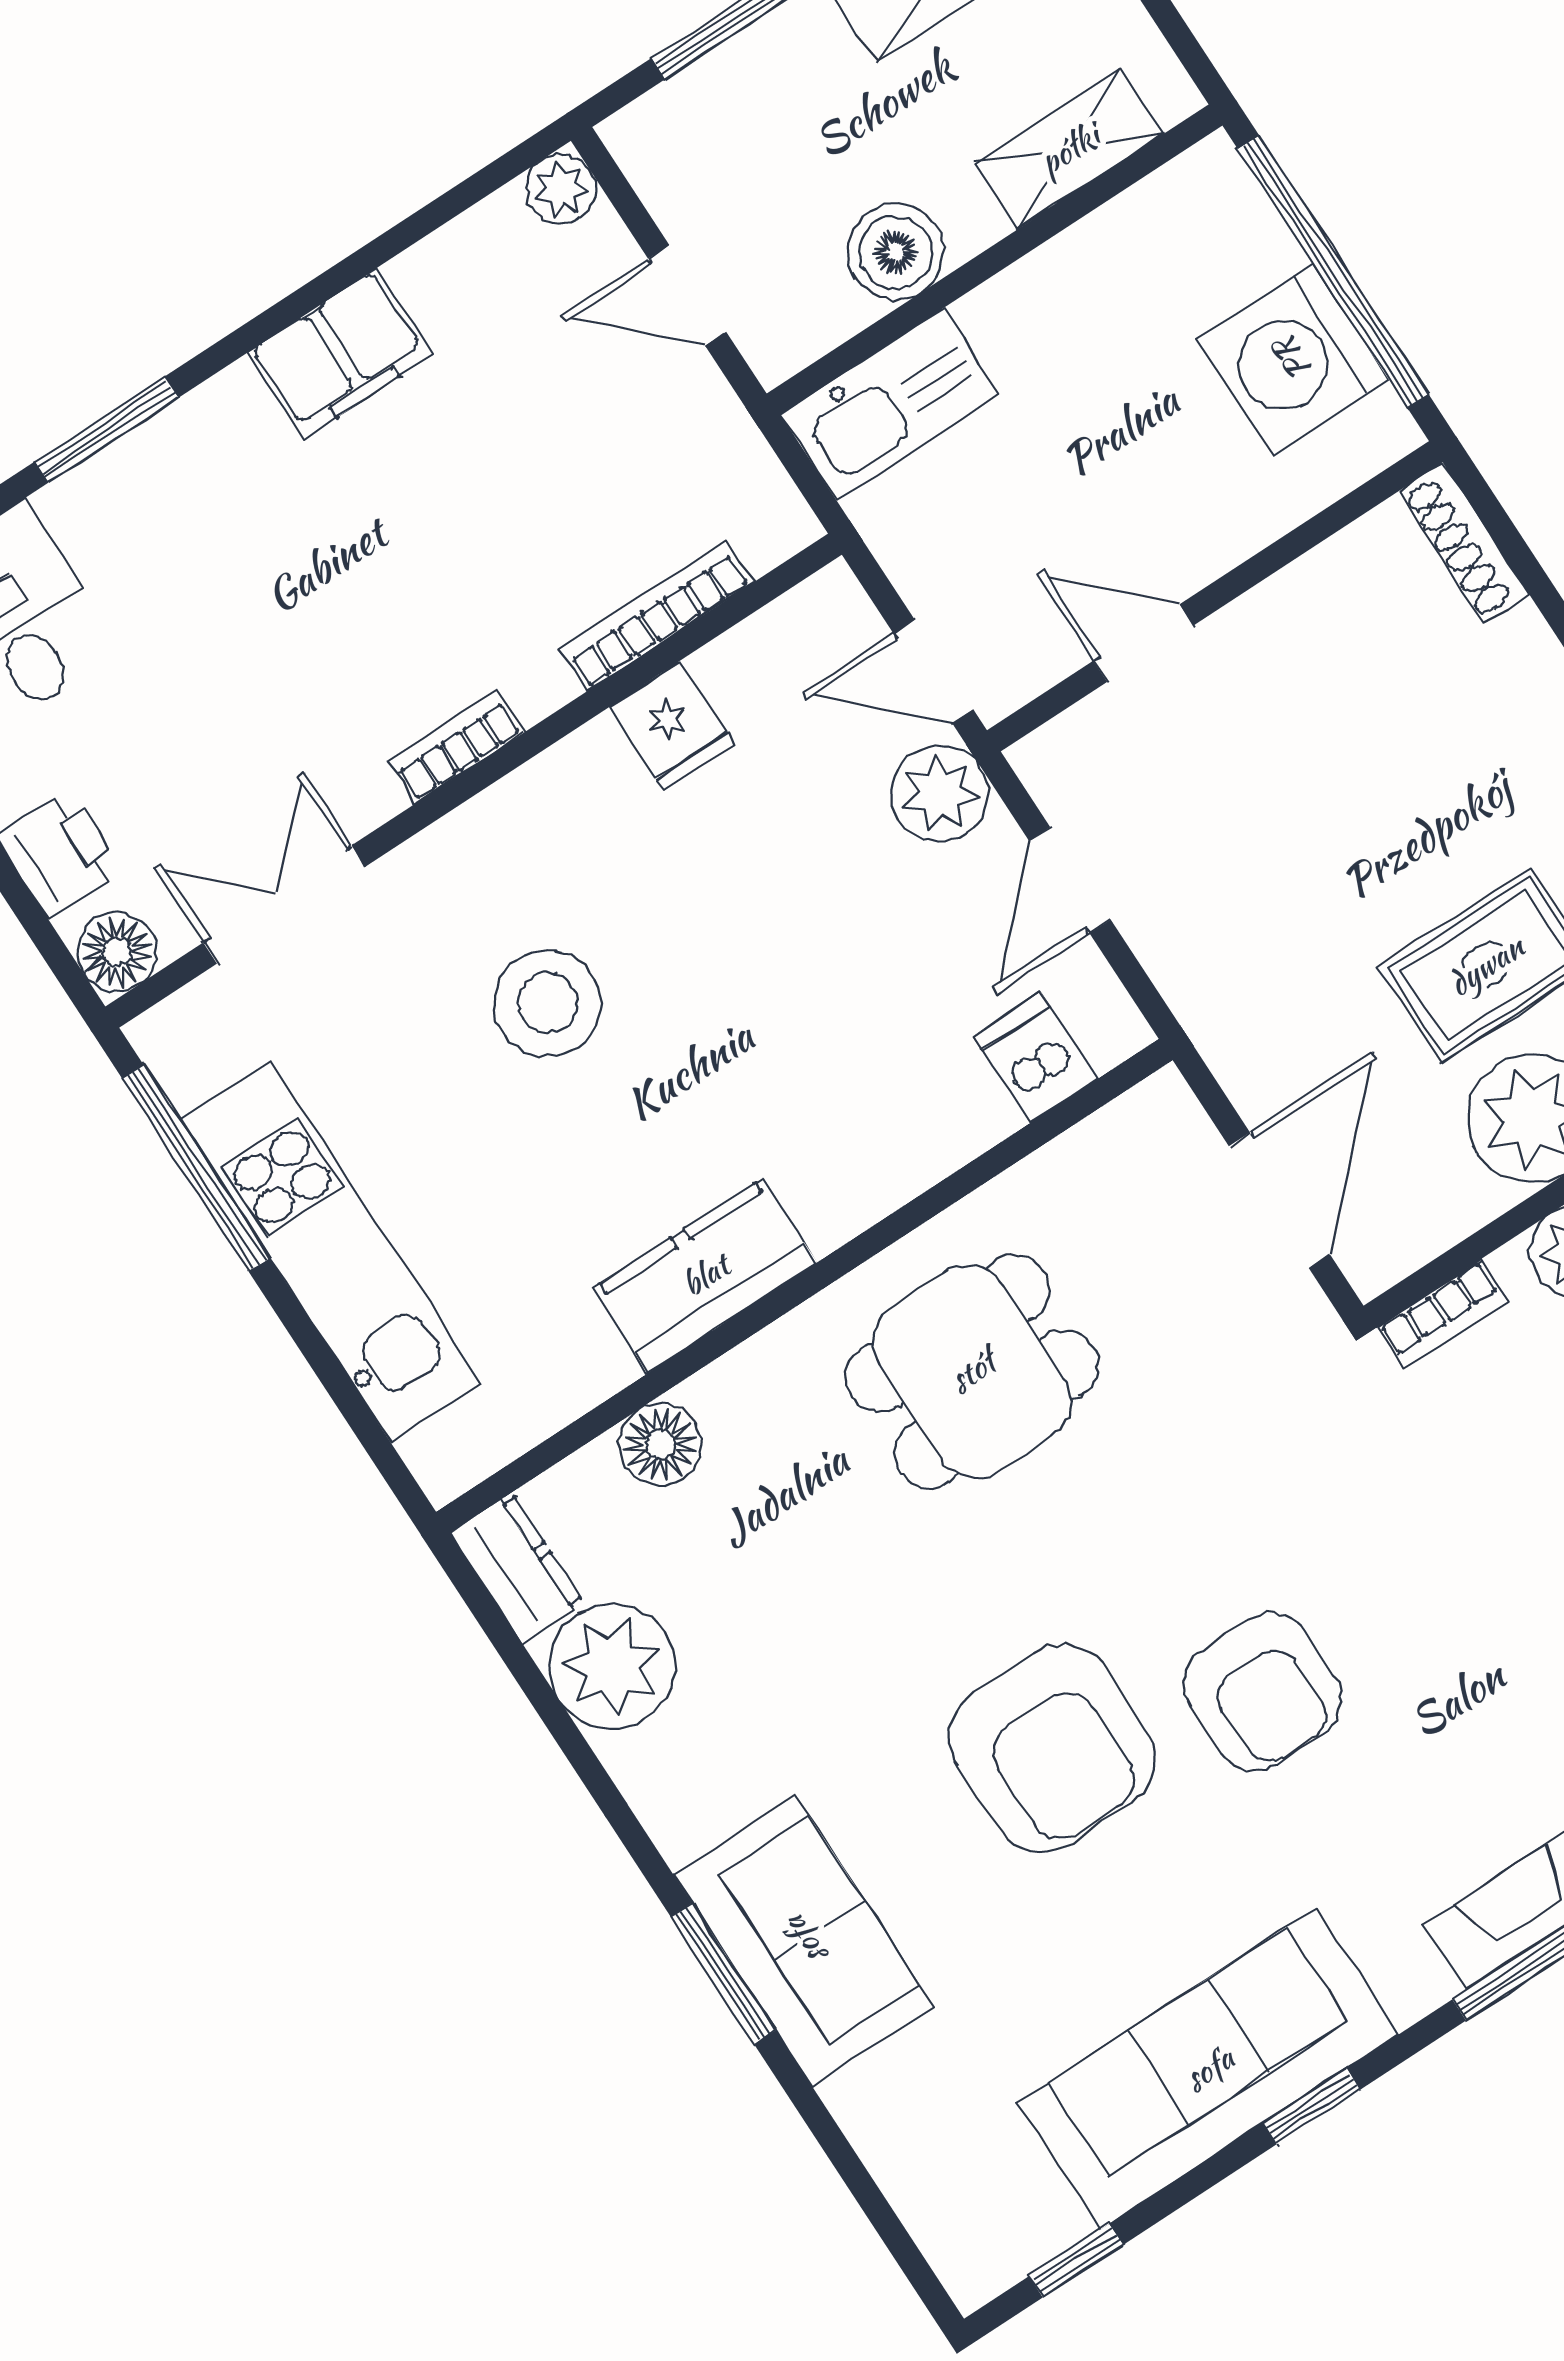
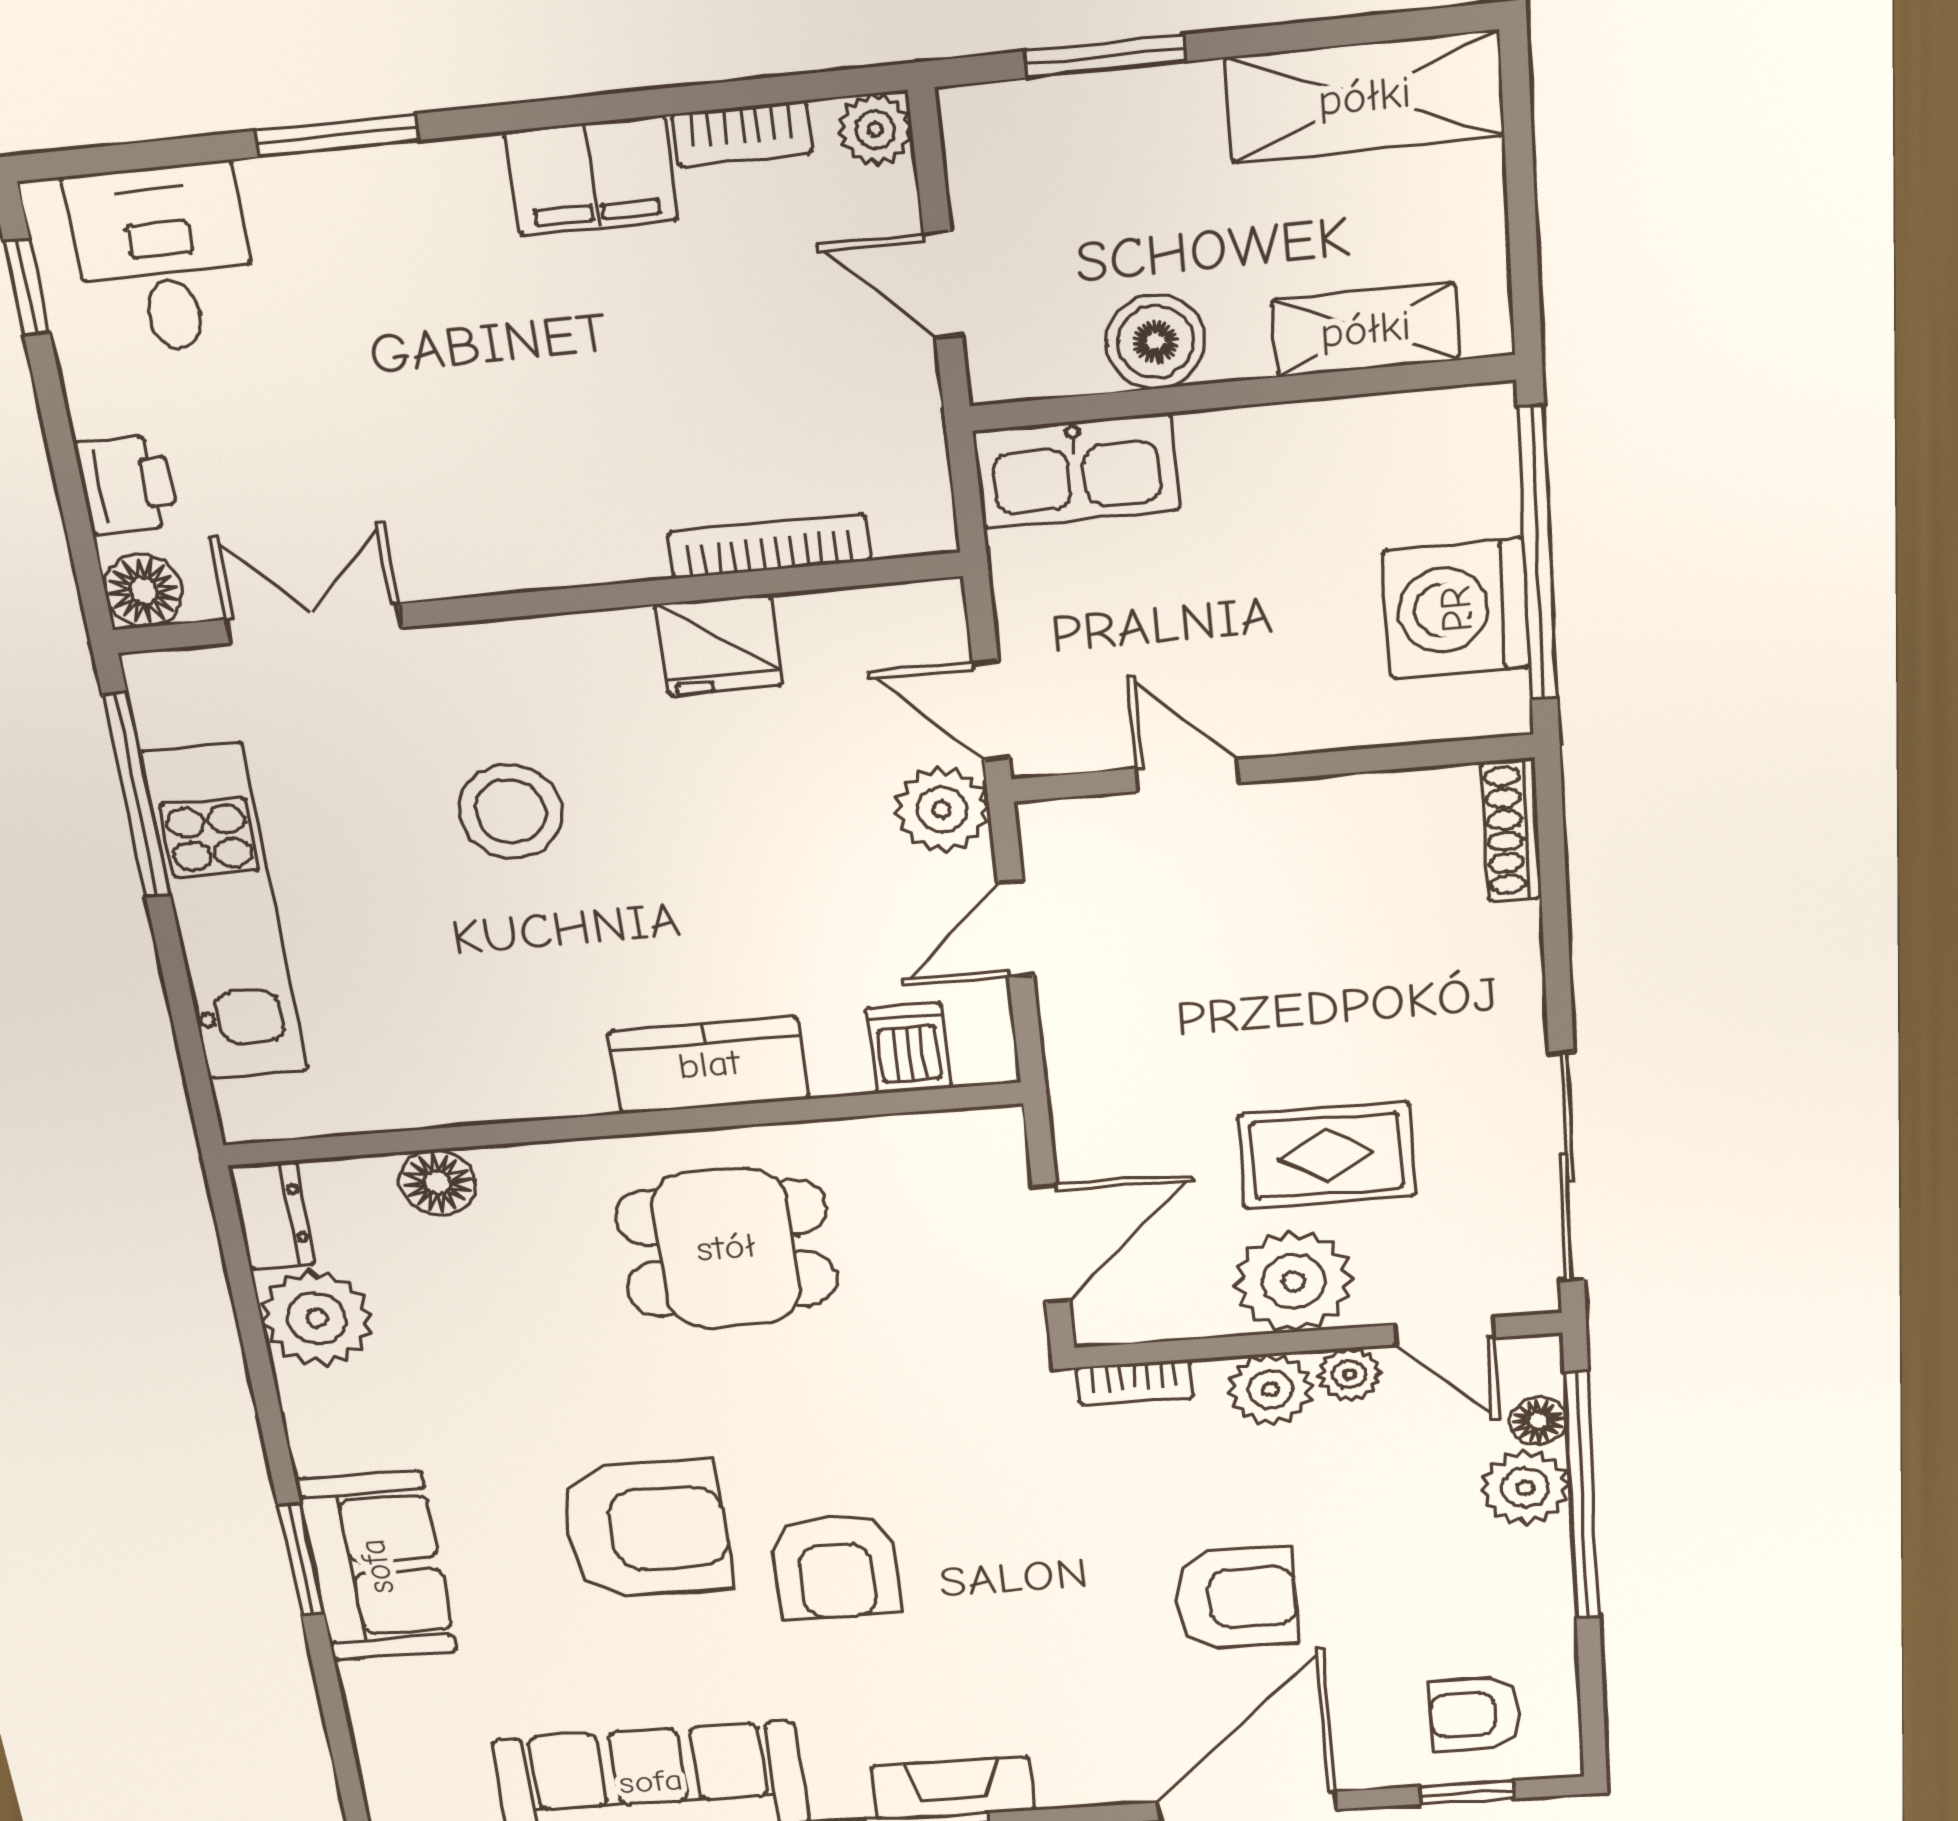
fridge: (672, 726) -> (719, 645), width x1.38
bookcase: (456, 746) -> (742, 134), moved, turned 180
kitchen counter: (705, 1275) -> (709, 1065), moved
armchair: (1052, 1748) -> (646, 1529), turned -90

